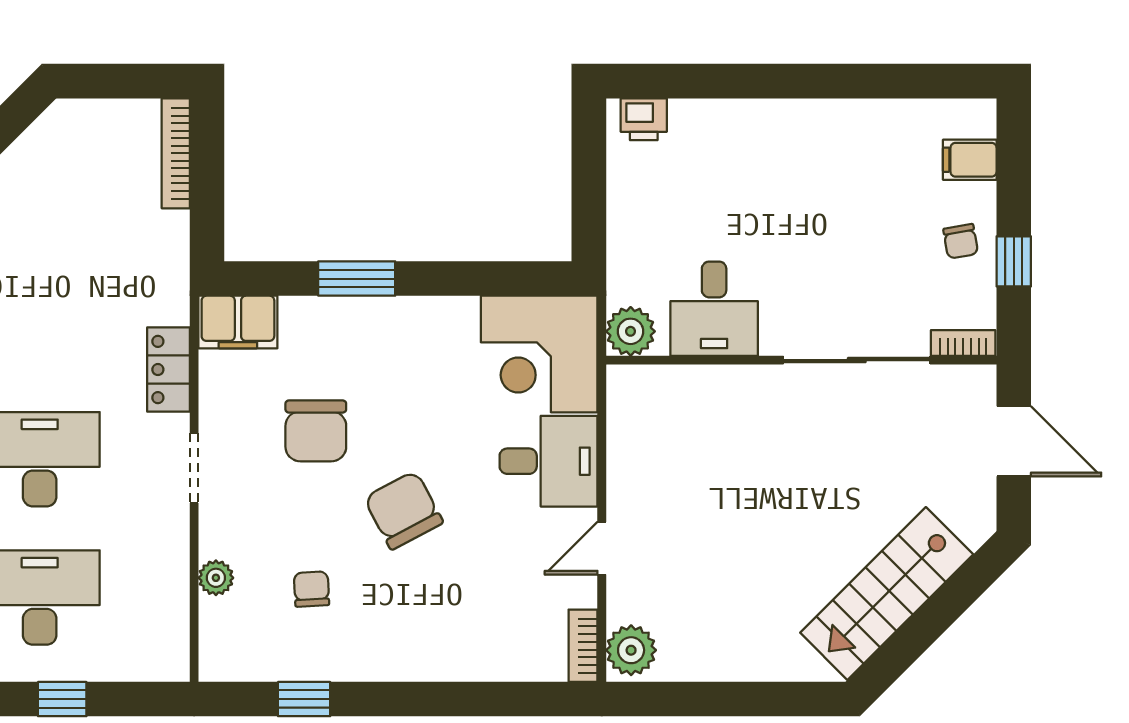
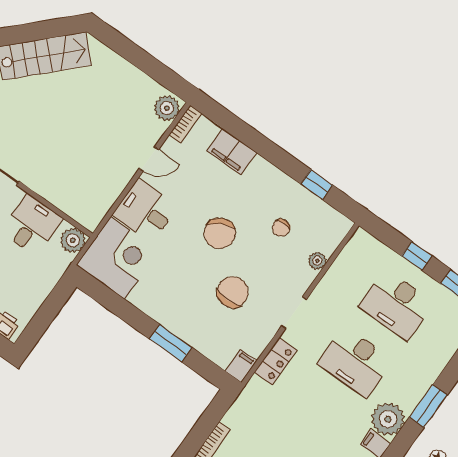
filing cabinet: (238, 322) -> (241, 366), width x0.50
filing cabinet: (478, 655) -> (232, 152), added

